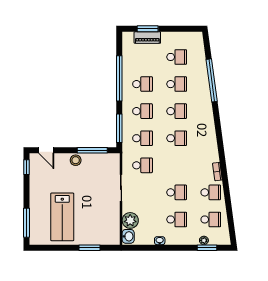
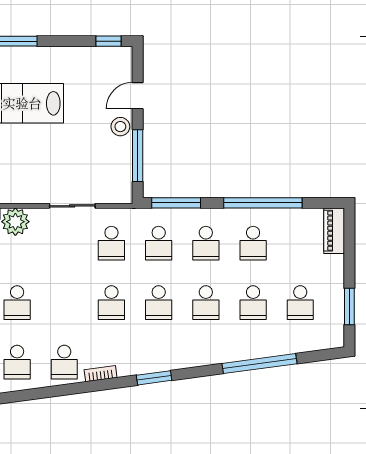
window: (148, 29) -> (349, 306), moved
piano: (147, 38) -> (334, 231), moved
window: (220, 141) -> (154, 378), added
door: (46, 150) -> (138, 96), moved
school desk: (177, 192) -> (111, 303), moved

